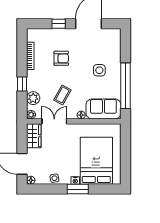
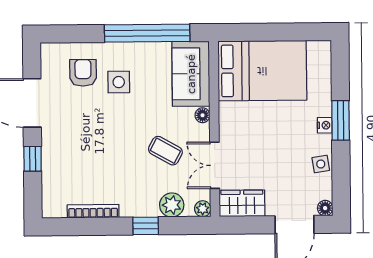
armchair: (61, 58) -> (83, 73), moved
bed: (96, 161) -> (262, 71), moved, turned 180

